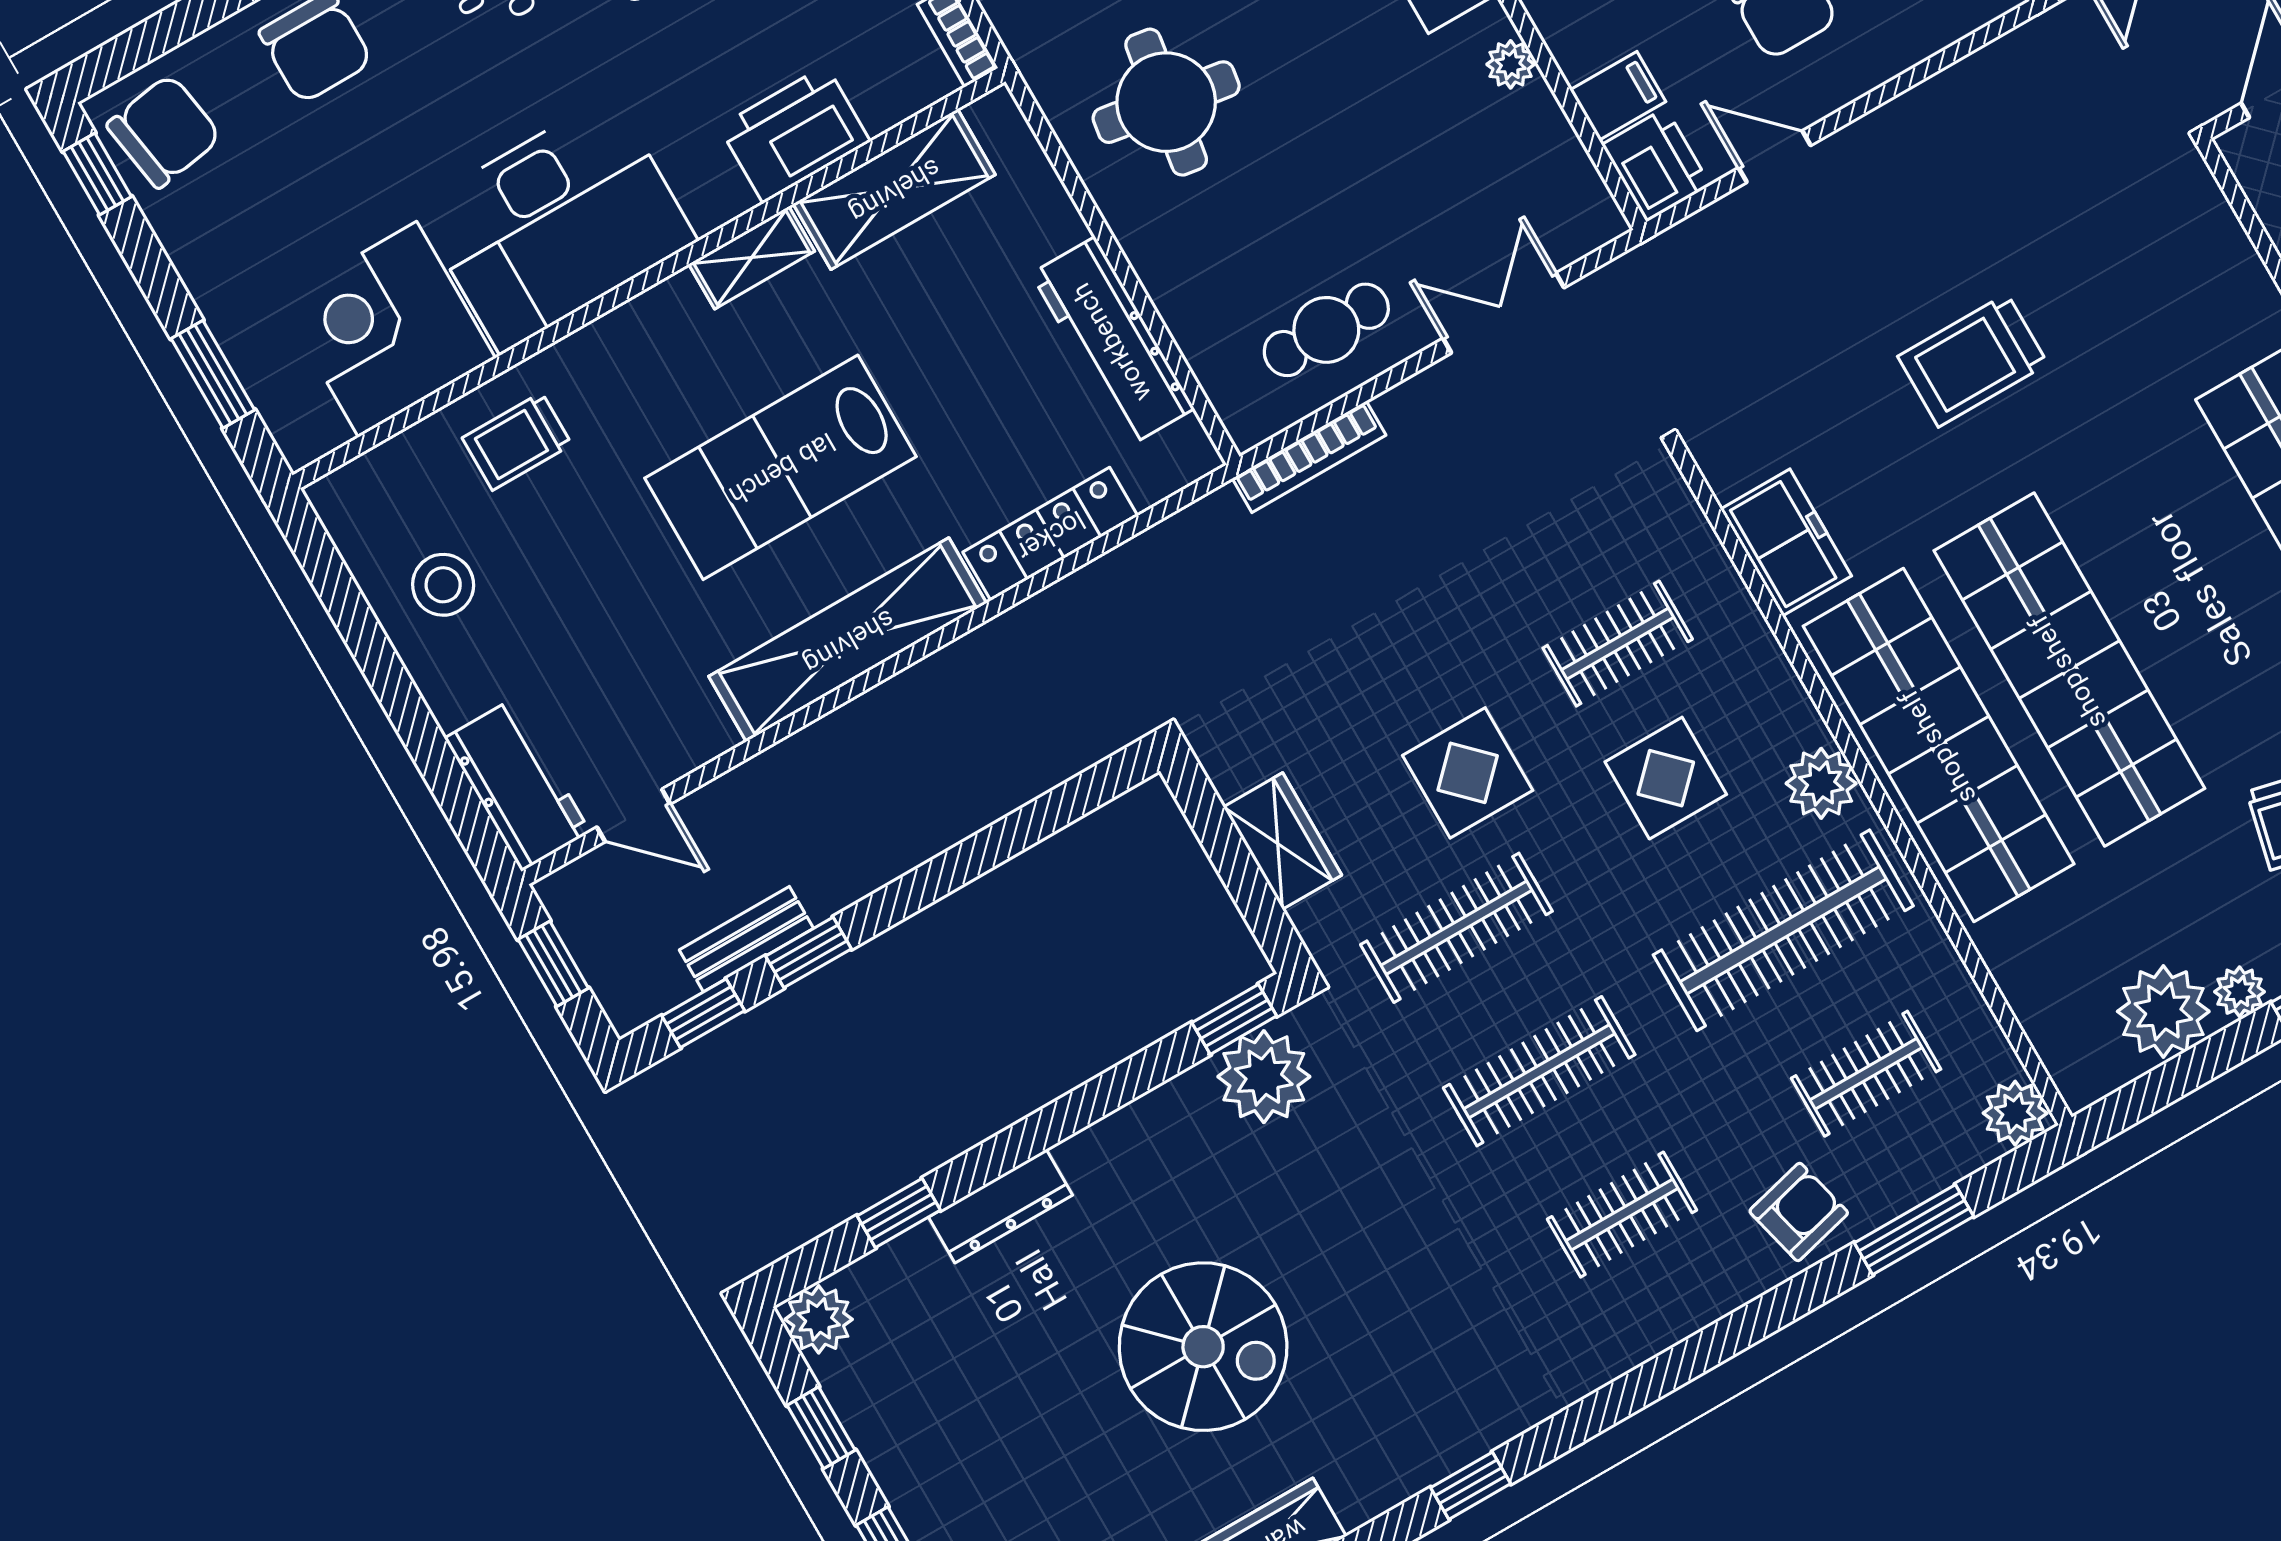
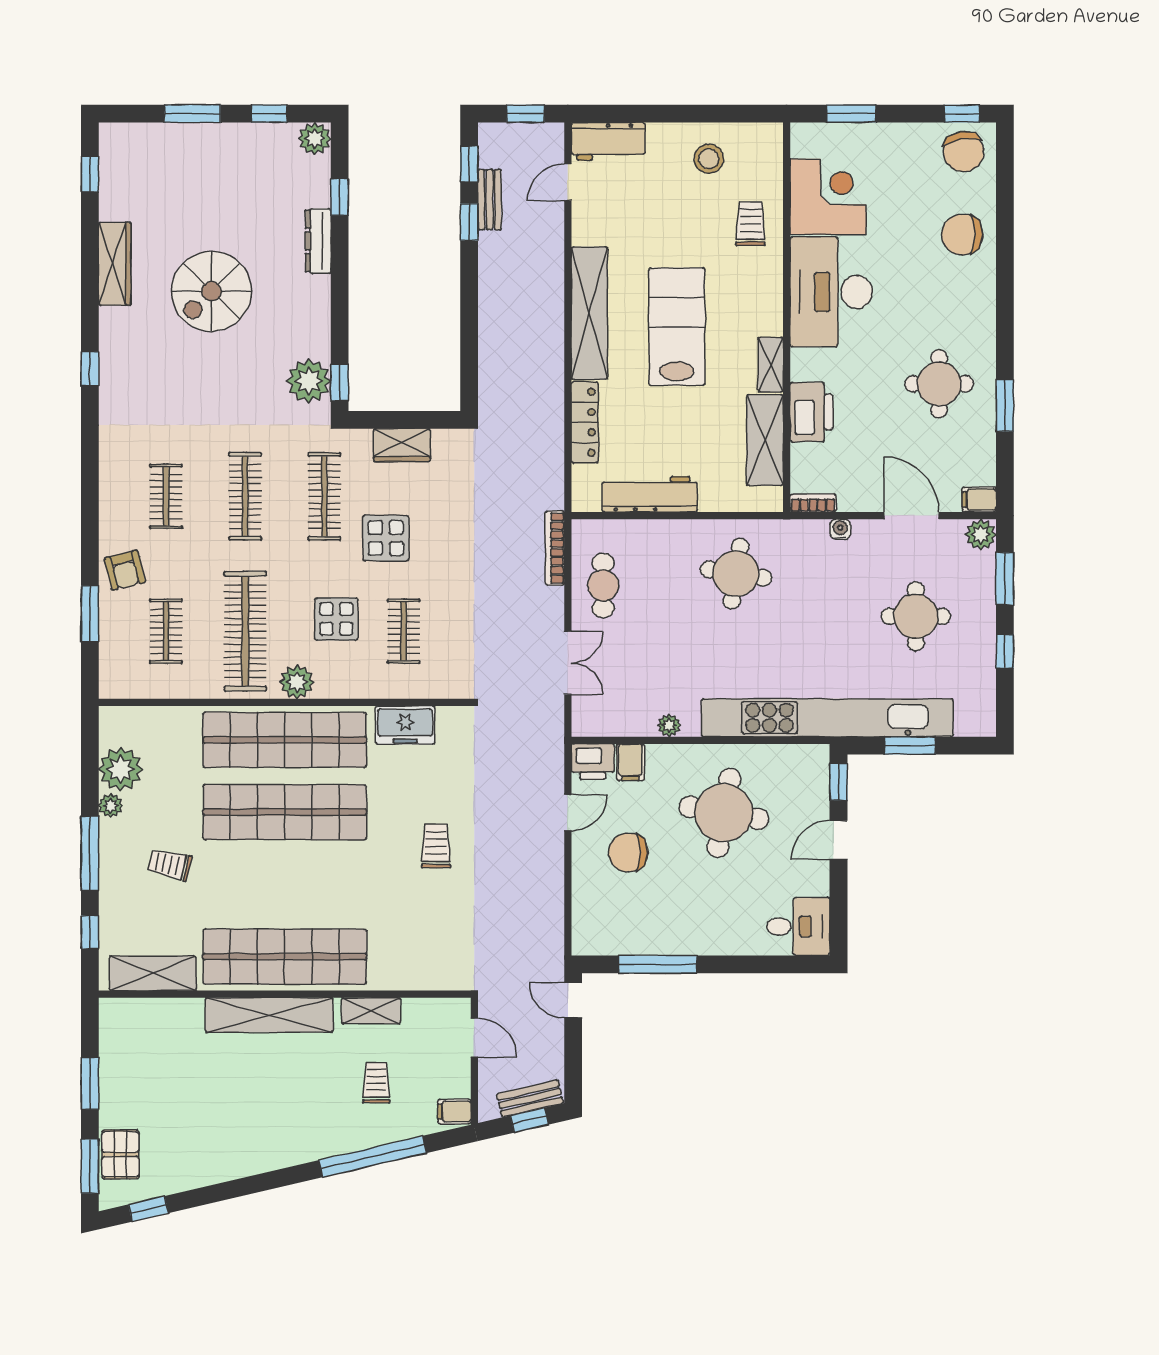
trolley: (1973, 360) -> (436, 846), width x0.73, depth x0.72
plant: (2015, 1113) -> (114, 684), removed

